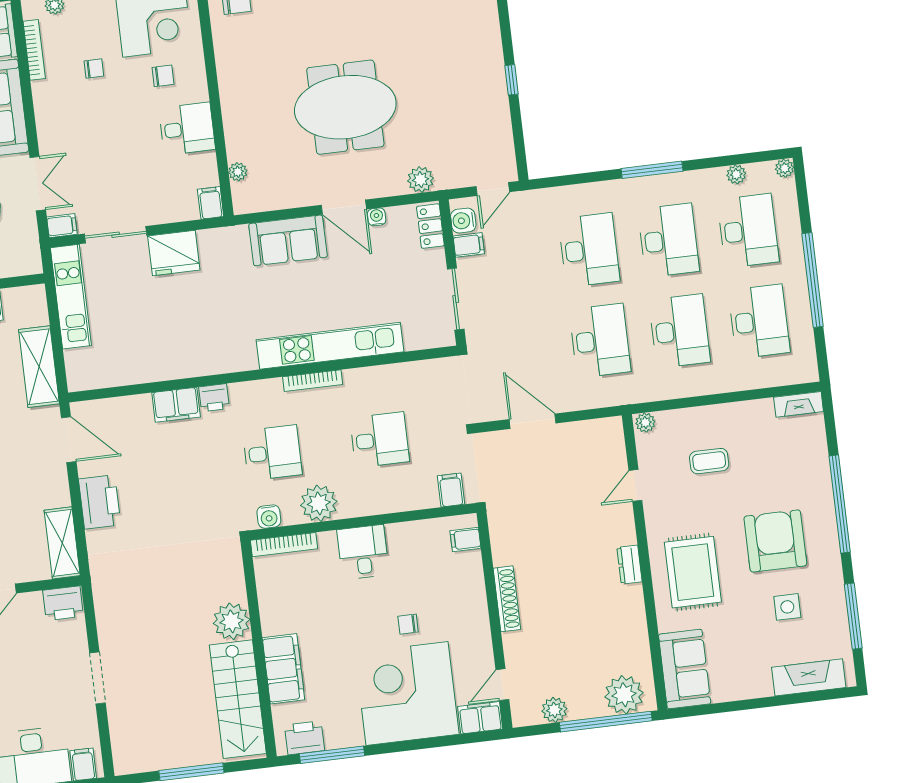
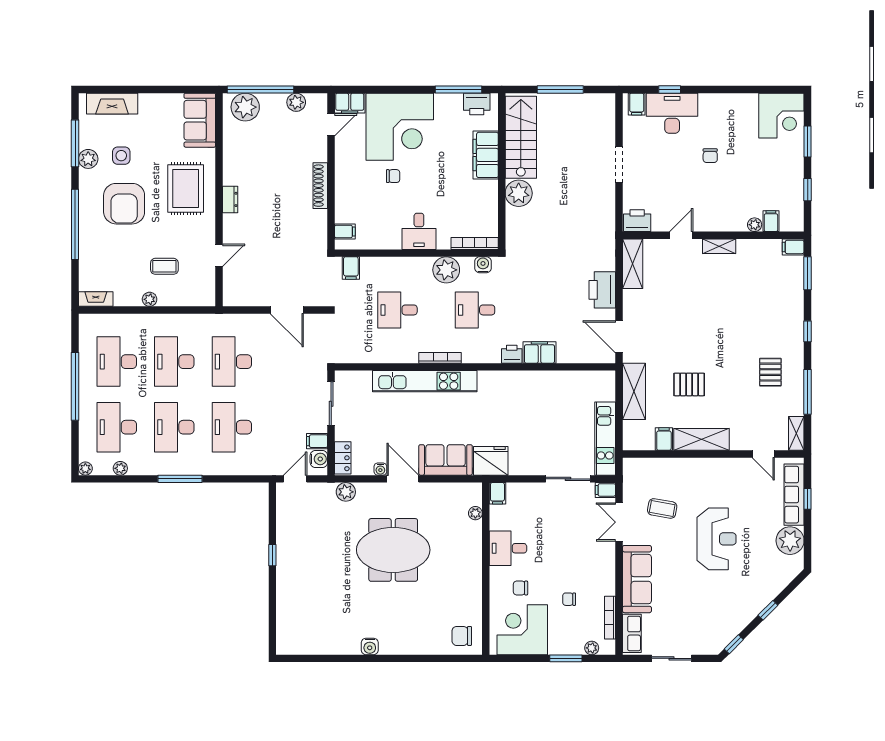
fridge: (174, 253) -> (491, 461), moved
plant: (645, 423) -> (150, 299), moved
plant: (832, 597) -> (88, 159), added

